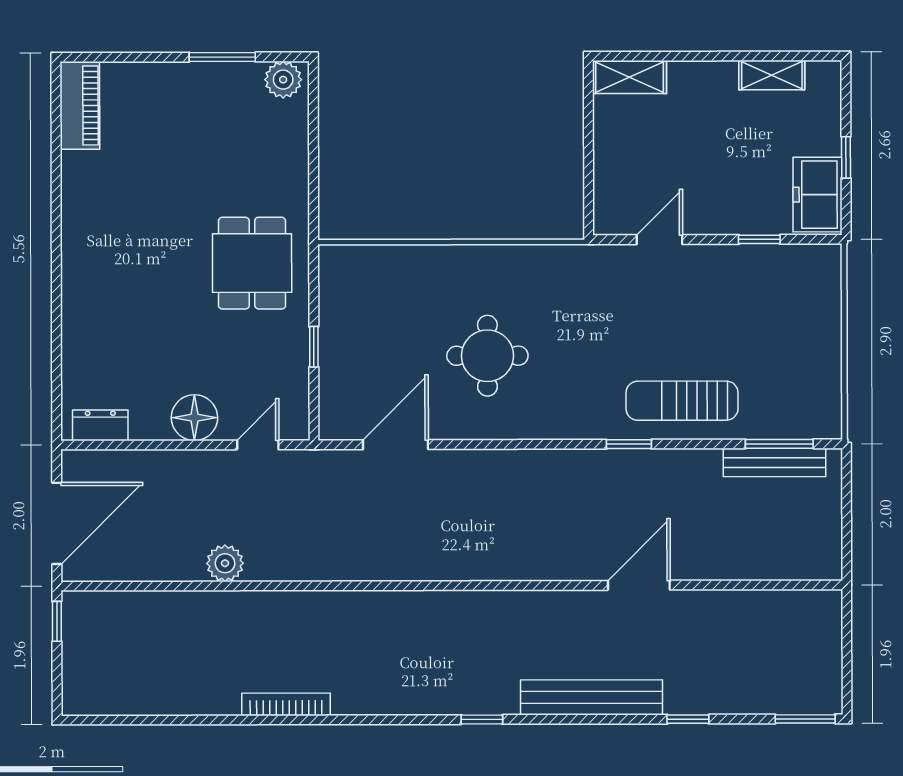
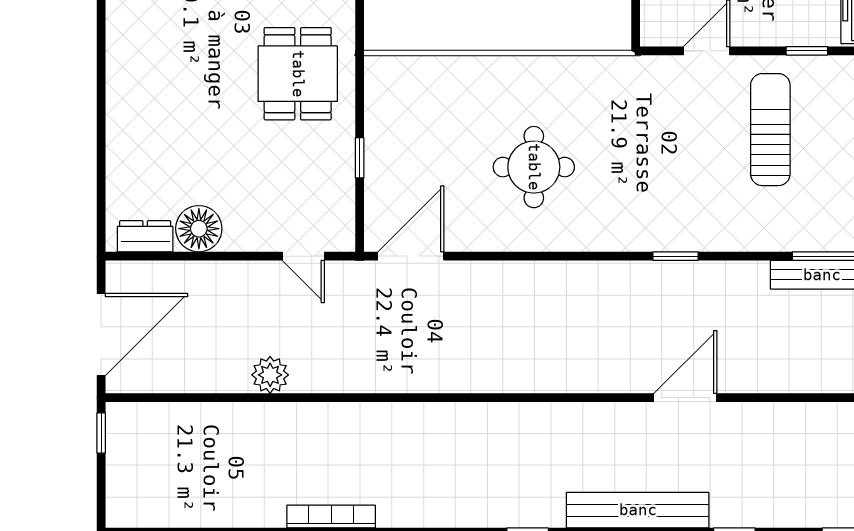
sun lounger: (682, 401) -> (770, 130), moved, turned 90
floor lamp: (194, 418) -> (199, 229), moved
door: (258, 445) -> (303, 256), swing flipped
door: (395, 445) -> (411, 256), moved

